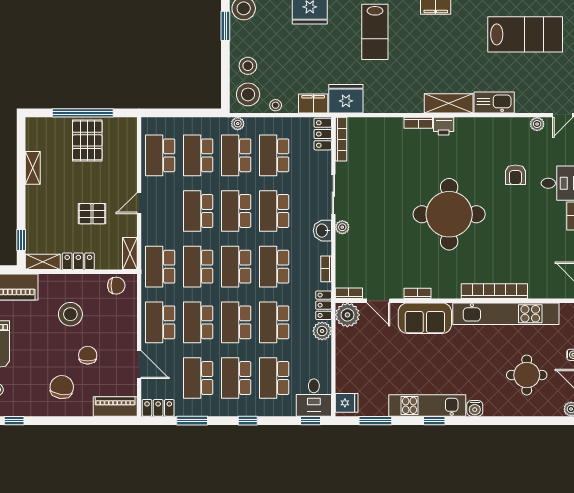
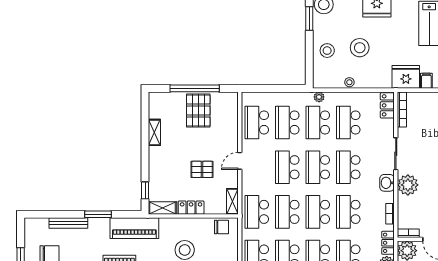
stool: (248, 94) -> (360, 48), moved
filing cabinet: (313, 103) -> (426, 81), moved, width x0.50
plant: (342, 227) -> (408, 185), width x1.88, depth x1.88

